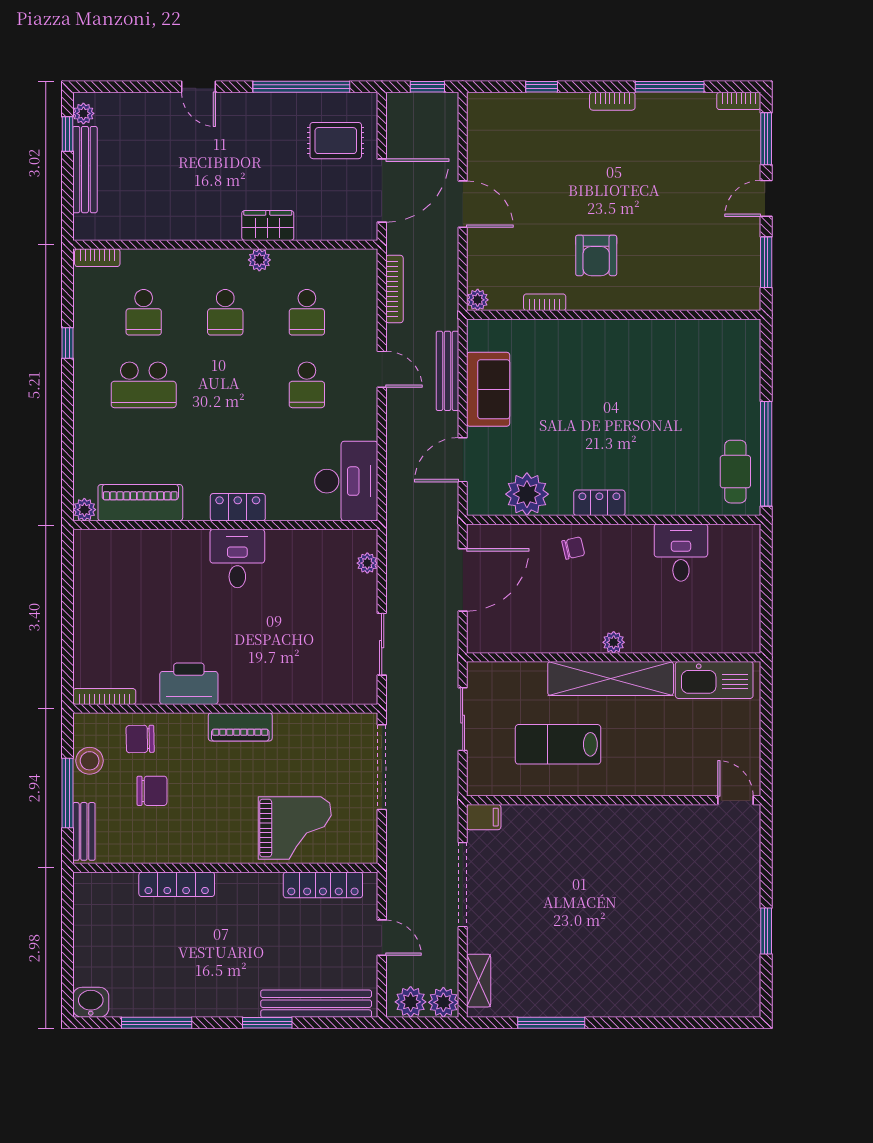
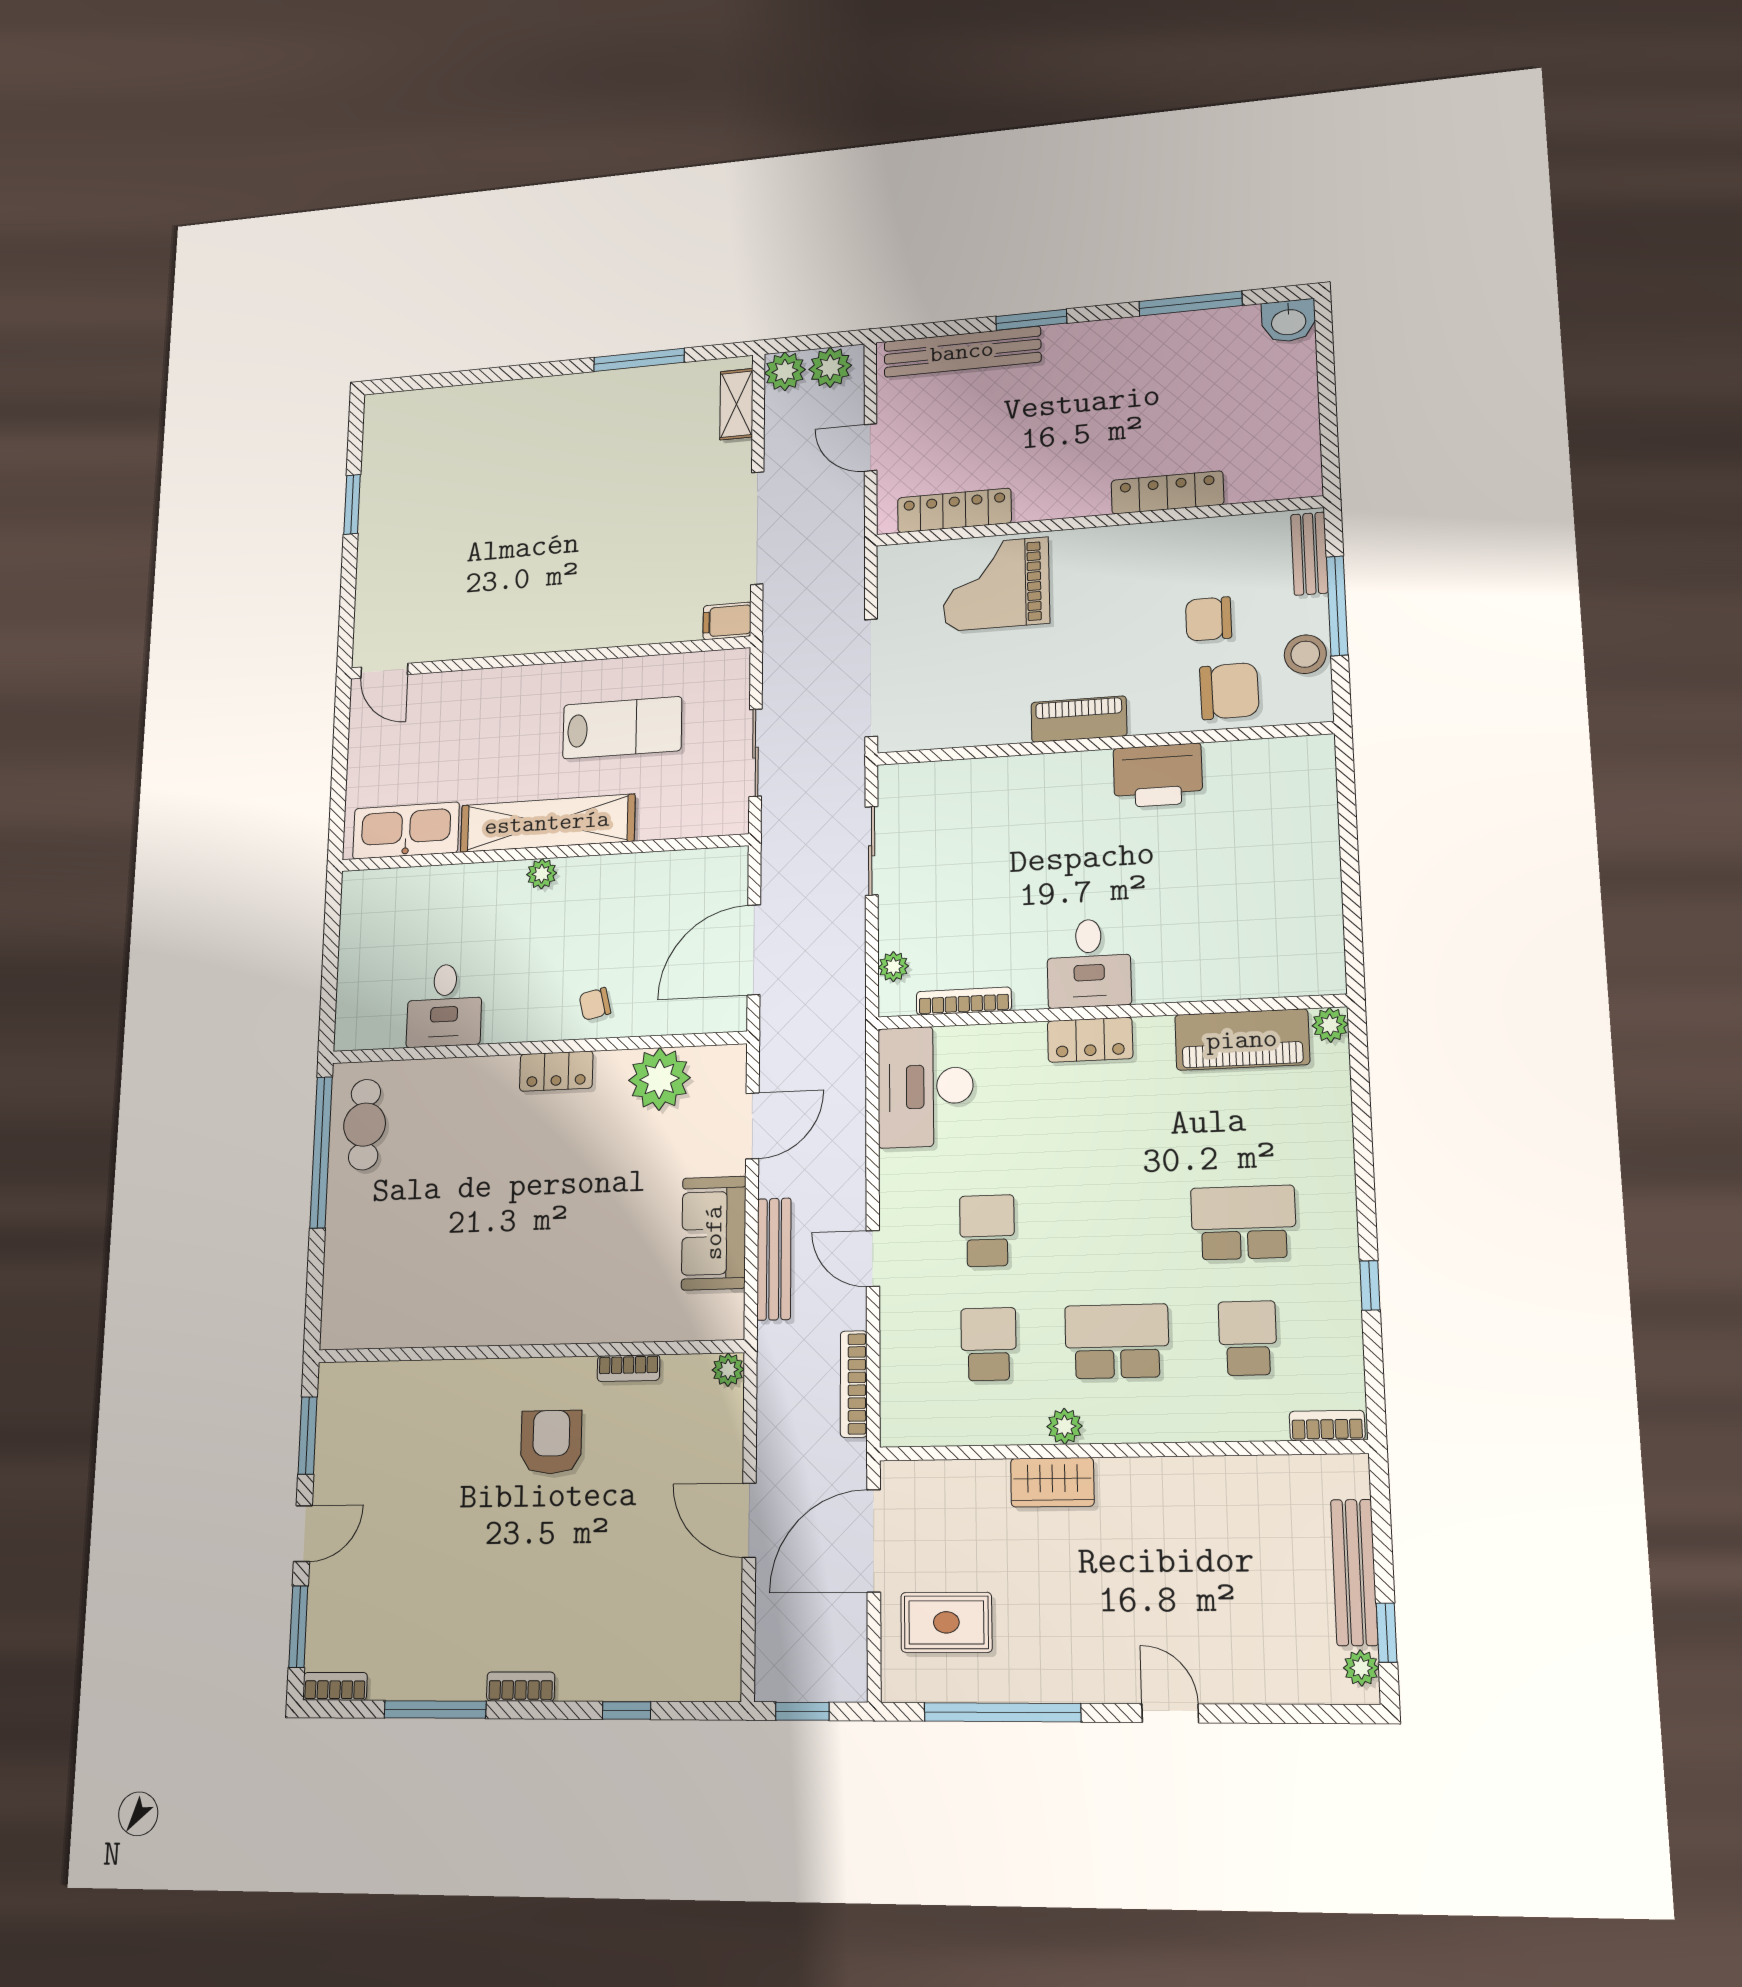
school desk: (225, 312) -> (1117, 1341), width x1.85
bookcase: (104, 696) -> (964, 1001), moved, turned 180
chair: (140, 739) -> (1229, 691), width x1.37, depth x1.37

